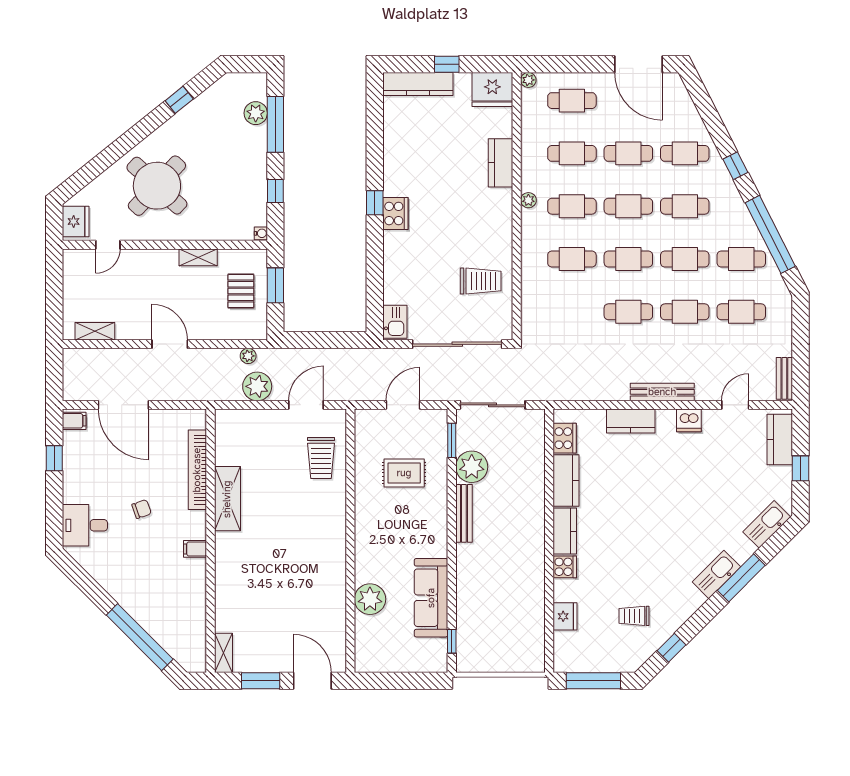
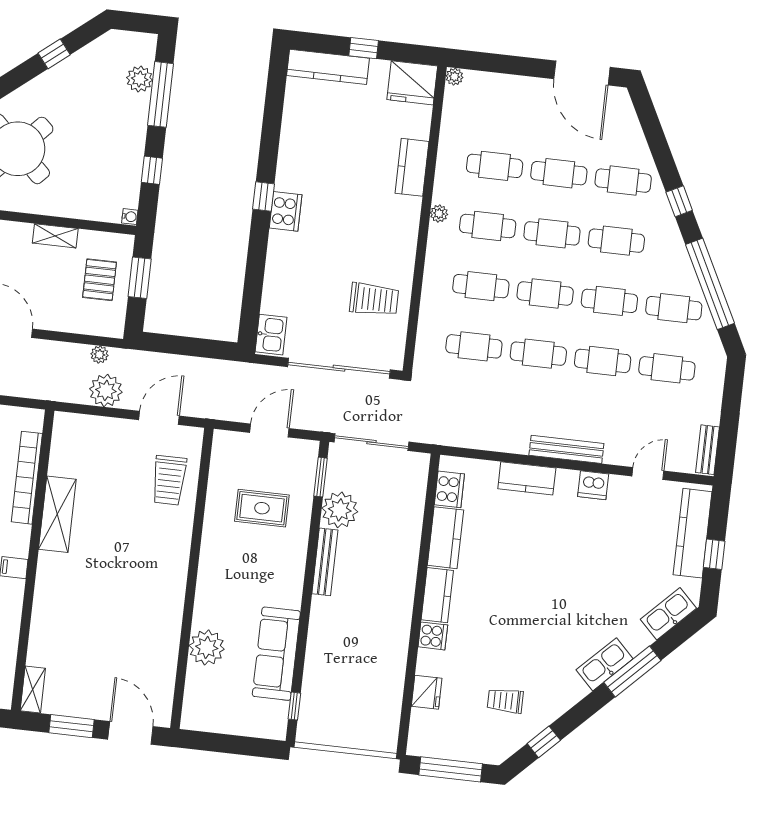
cafe table: (572, 101) -> (474, 346), moved
kitchen counter: (780, 439) -> (693, 533), width x1.50

